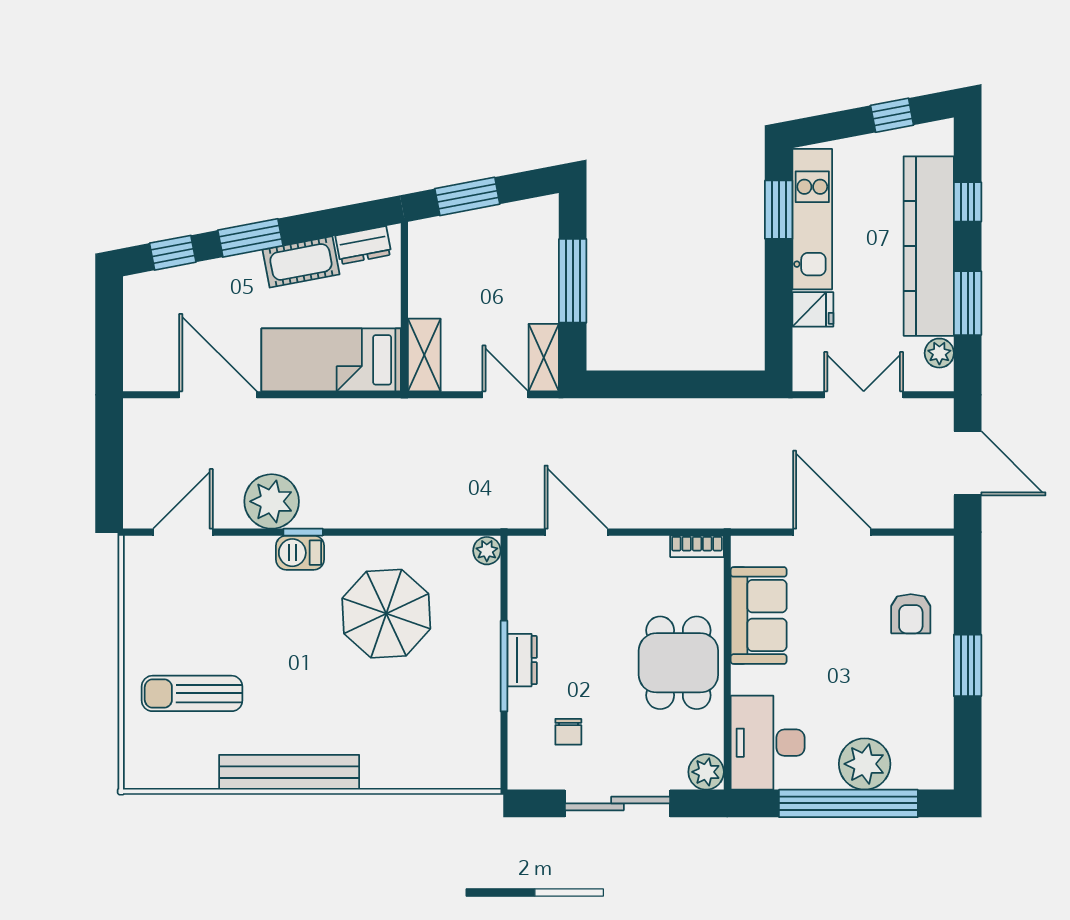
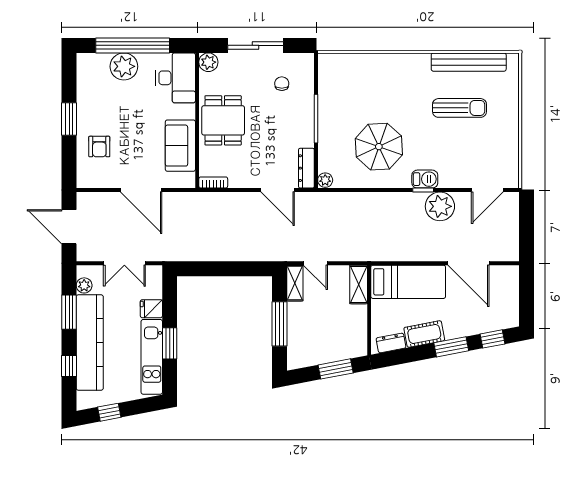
window: (779, 210) -> (170, 343), moved
armchair: (911, 614) -> (99, 147), turned 180
dresser: (522, 660) -> (306, 168), moved, width x1.44
sun lounger: (192, 693) -> (459, 108), moved
bench: (289, 772) -> (469, 62), moved

